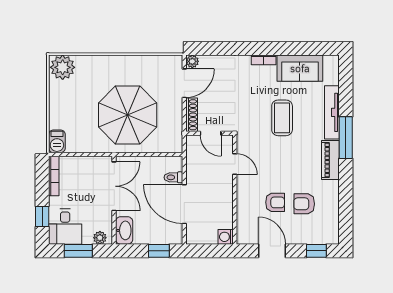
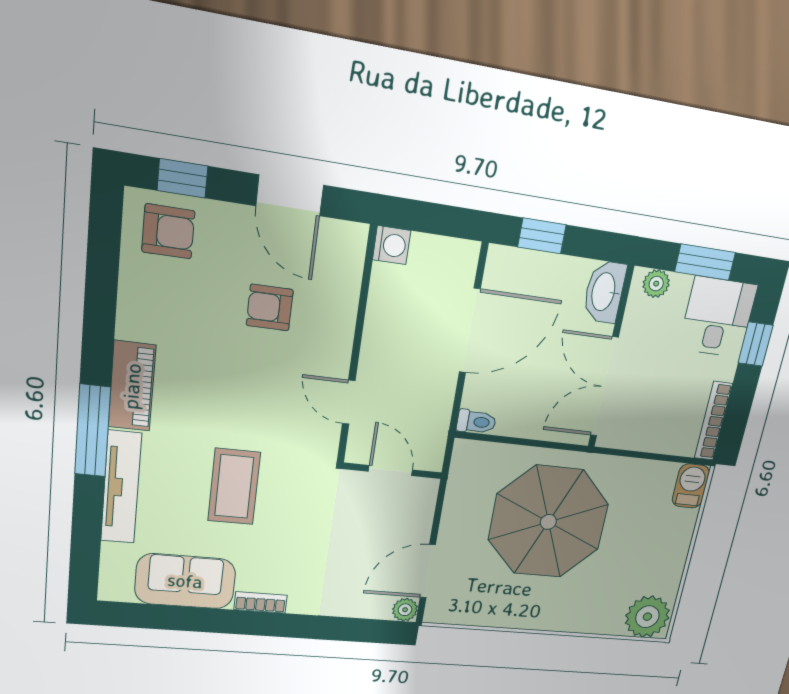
shoe rack: (192, 115) -> (423, 511), removed
toilet: (173, 177) -> (476, 422), moved
door: (184, 204) -> (470, 331), hinge flipped
armchair: (304, 204) -> (168, 231), moved

